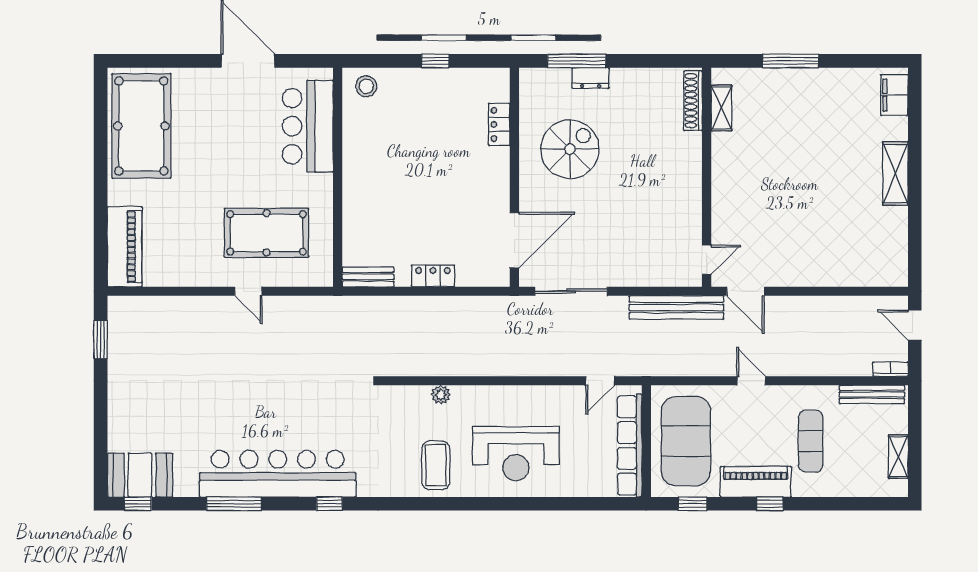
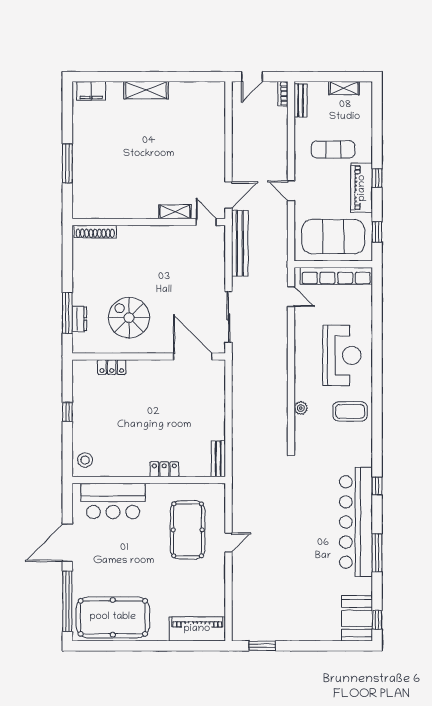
window: (164, 61) -> (67, 601), added
dresser: (591, 78) -> (79, 319), moved
shelving: (721, 108) -> (175, 212), moved
locker: (433, 276) -> (164, 469), moved, turned 90
door: (751, 381) -> (291, 191), hinge flipped
bench: (872, 394) -> (300, 100), width x0.73

